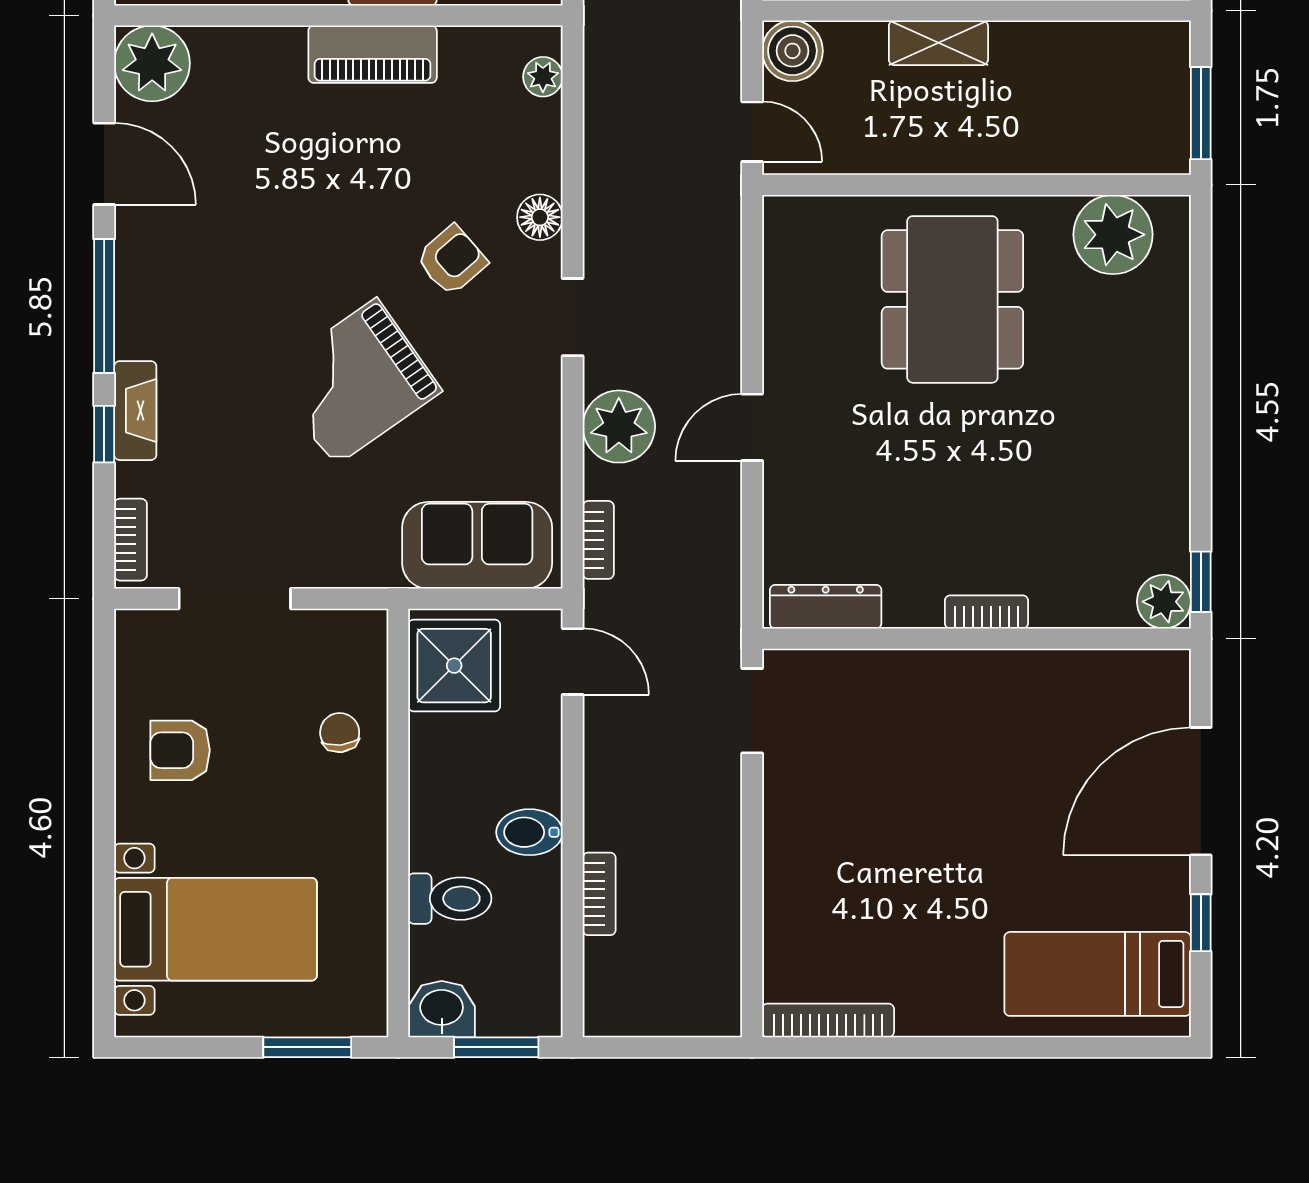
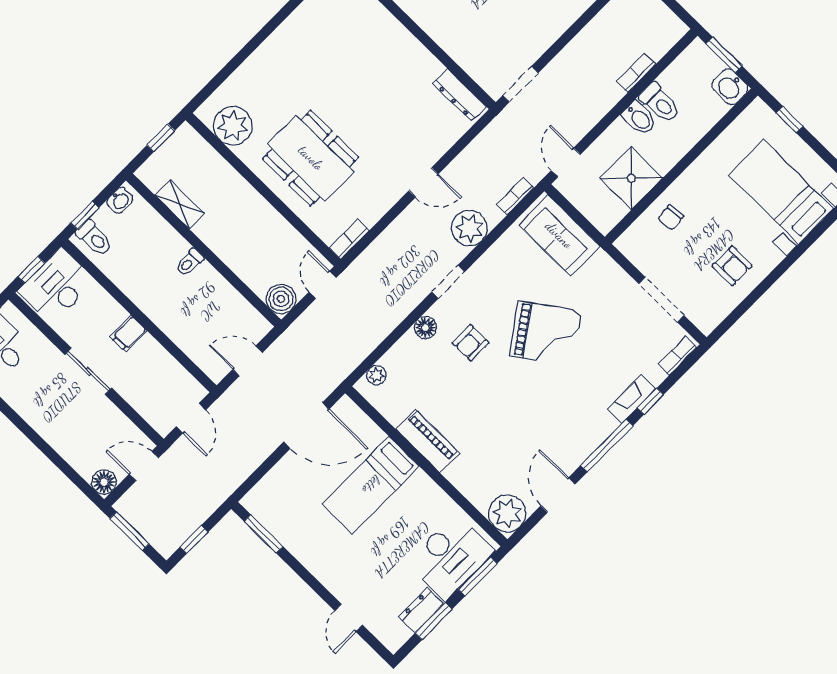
shelving: (938, 43) -> (179, 204), moved
window: (1201, 113) -> (161, 138), width x0.67
armchair: (452, 260) -> (471, 343), turned -49
dining table: (952, 299) -> (311, 158), turned 90
bookcase: (986, 612) -> (349, 239), moved, turned 90
shower: (454, 666) -> (631, 178), moved
toilet: (450, 899) -> (660, 103), moved, turned 180
window: (307, 1047) -> (789, 120), width x0.67

